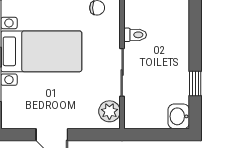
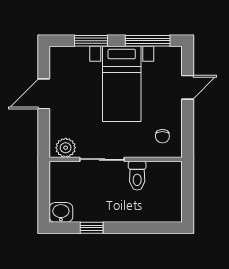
toilet: (135, 35) -> (137, 176), width x1.37, depth x1.39

